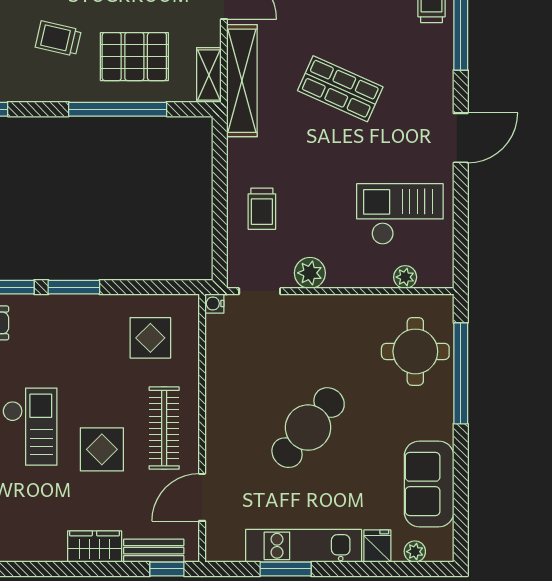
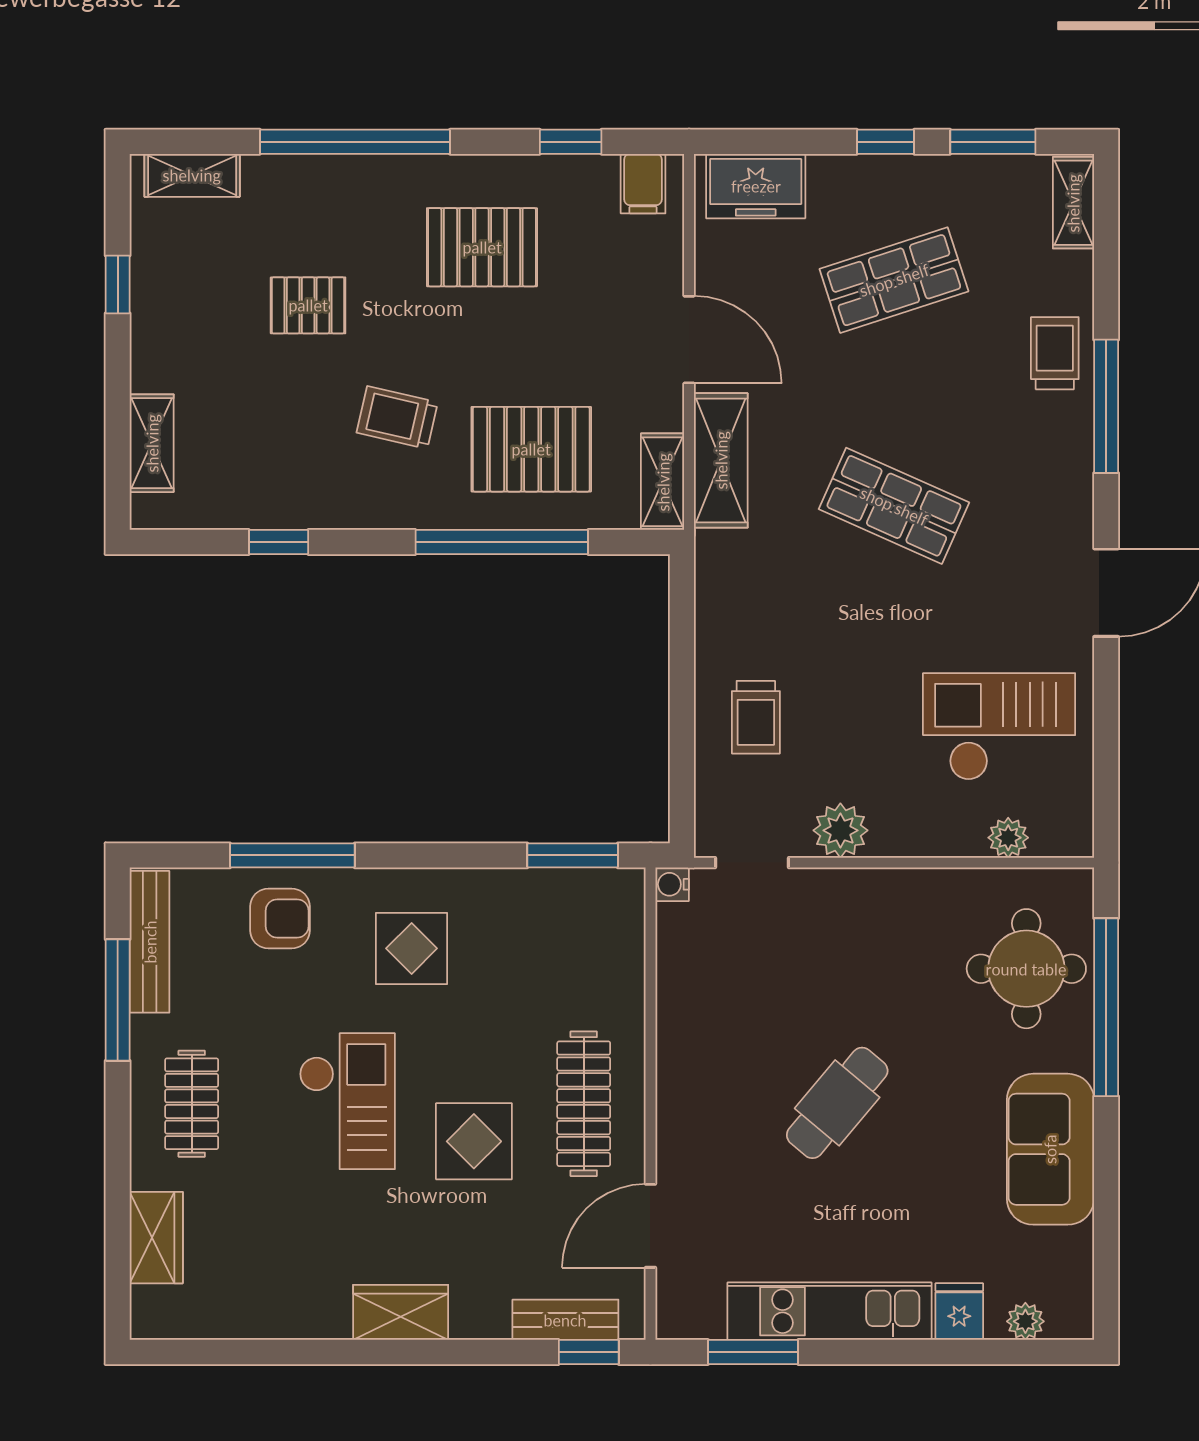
shelving: (242, 81) -> (721, 460), width x0.68
window: (74, 287) -> (573, 855), moved
display table: (150, 338) -> (412, 948), moved
cafe table: (308, 428) -> (837, 1103), width x0.73, depth x0.74
sofa: (429, 484) -> (1050, 1149), moved
wardrobe: (95, 546) -> (401, 1312), moved
window: (286, 569) -> (753, 1352), moved

